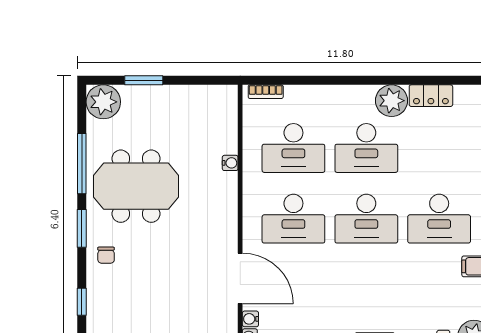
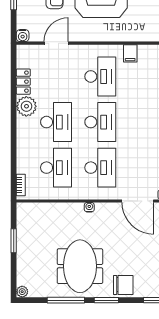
window: (144, 80) -> (14, 241), moved
plant: (103, 102) -> (22, 292), width x0.53, depth x0.53
water cooler: (230, 163) -> (89, 207), moved
chair: (106, 255) -> (123, 285), width x1.87, depth x1.87
door: (240, 278) -> (138, 201), swing flipped

